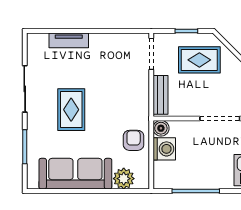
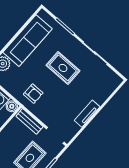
tv unit: (69, 40) -> (87, 114), moved
armchair: (134, 140) -> (33, 94), moved

